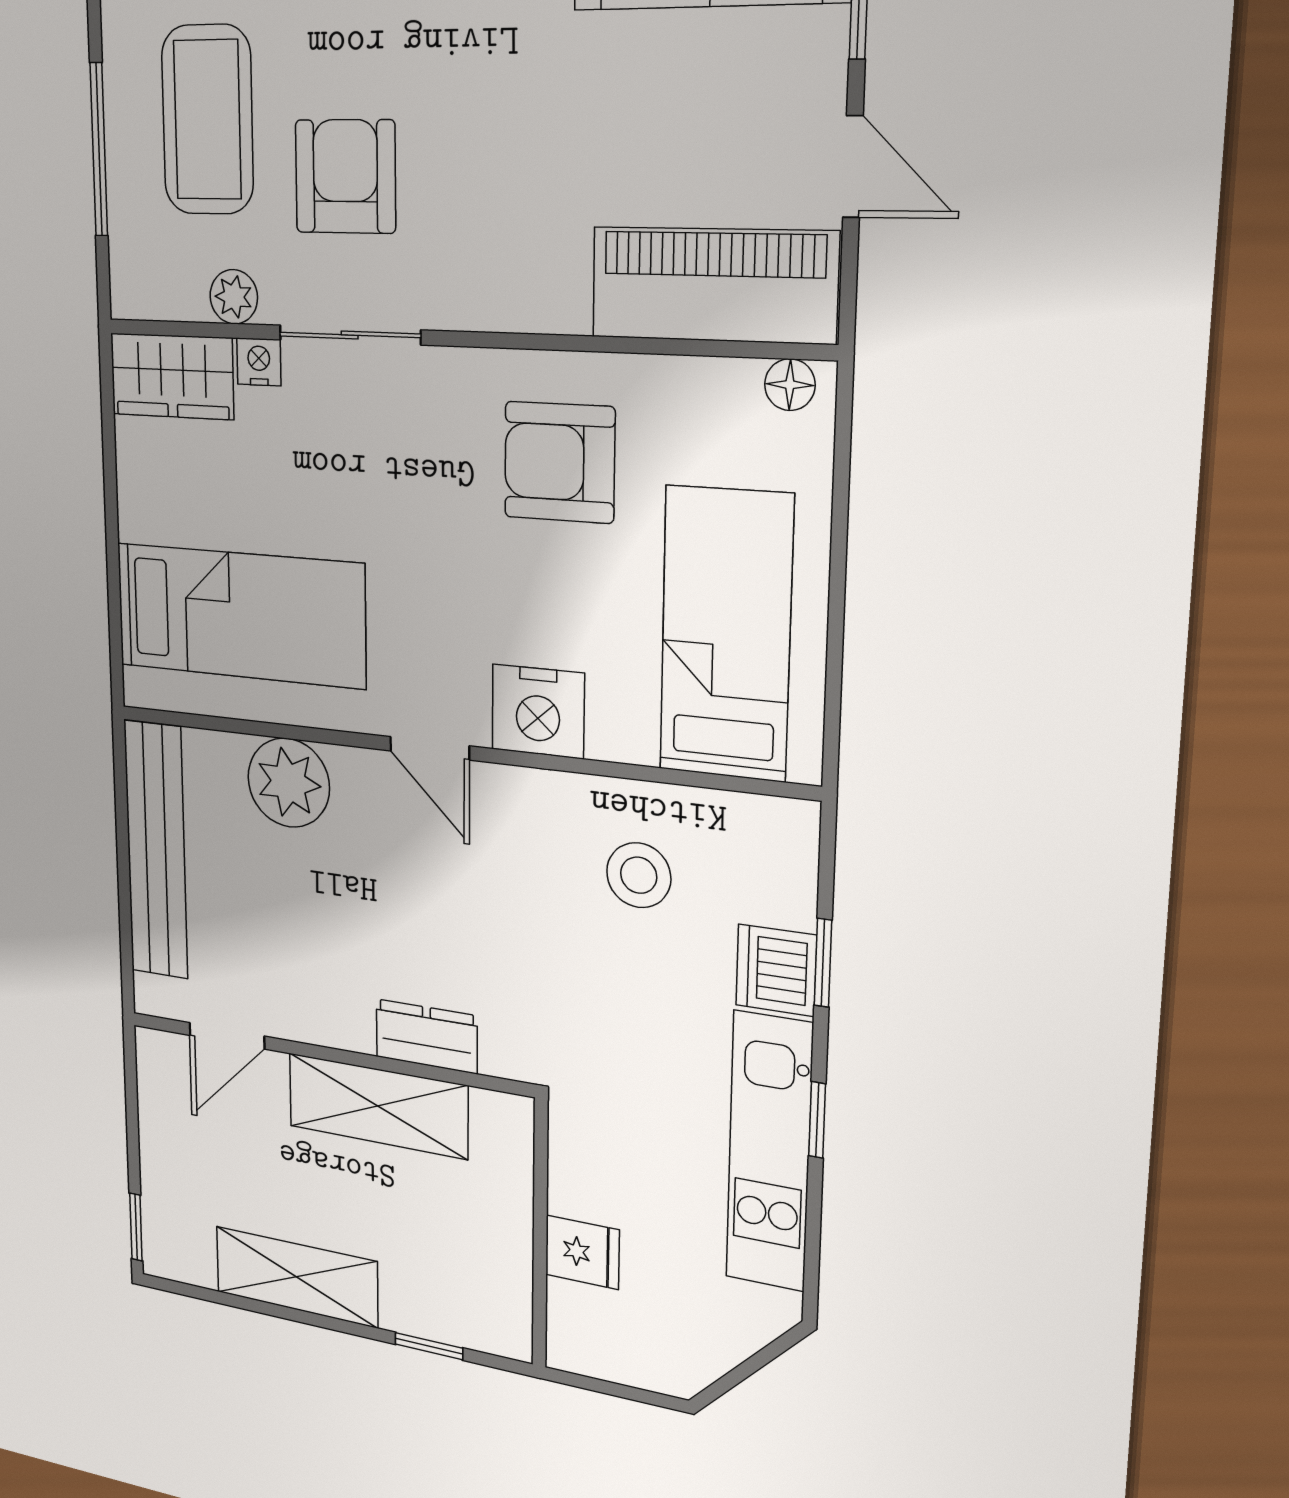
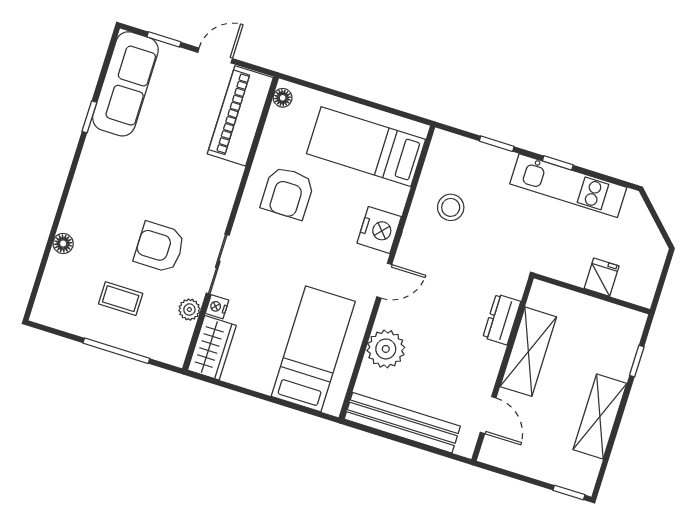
coffee table: (207, 120) -> (121, 299), width x0.54, depth x0.58
dishwasher: (776, 970) -> (497, 163), removed

